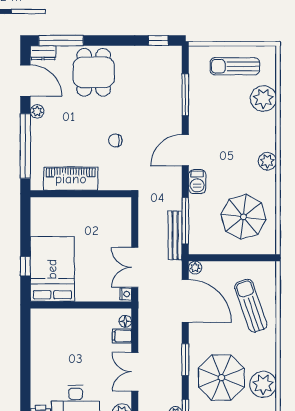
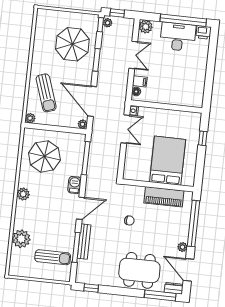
sun lounger: (235, 66) -> (53, 257), moved
dining table: (94, 72) -> (139, 270), width x1.38
bench: (175, 235) -> (84, 242), moved
bed: (52, 269) -> (168, 161), moved, turned 180
plant: (263, 384) -> (30, 118), moved, width x0.53, depth x0.53

